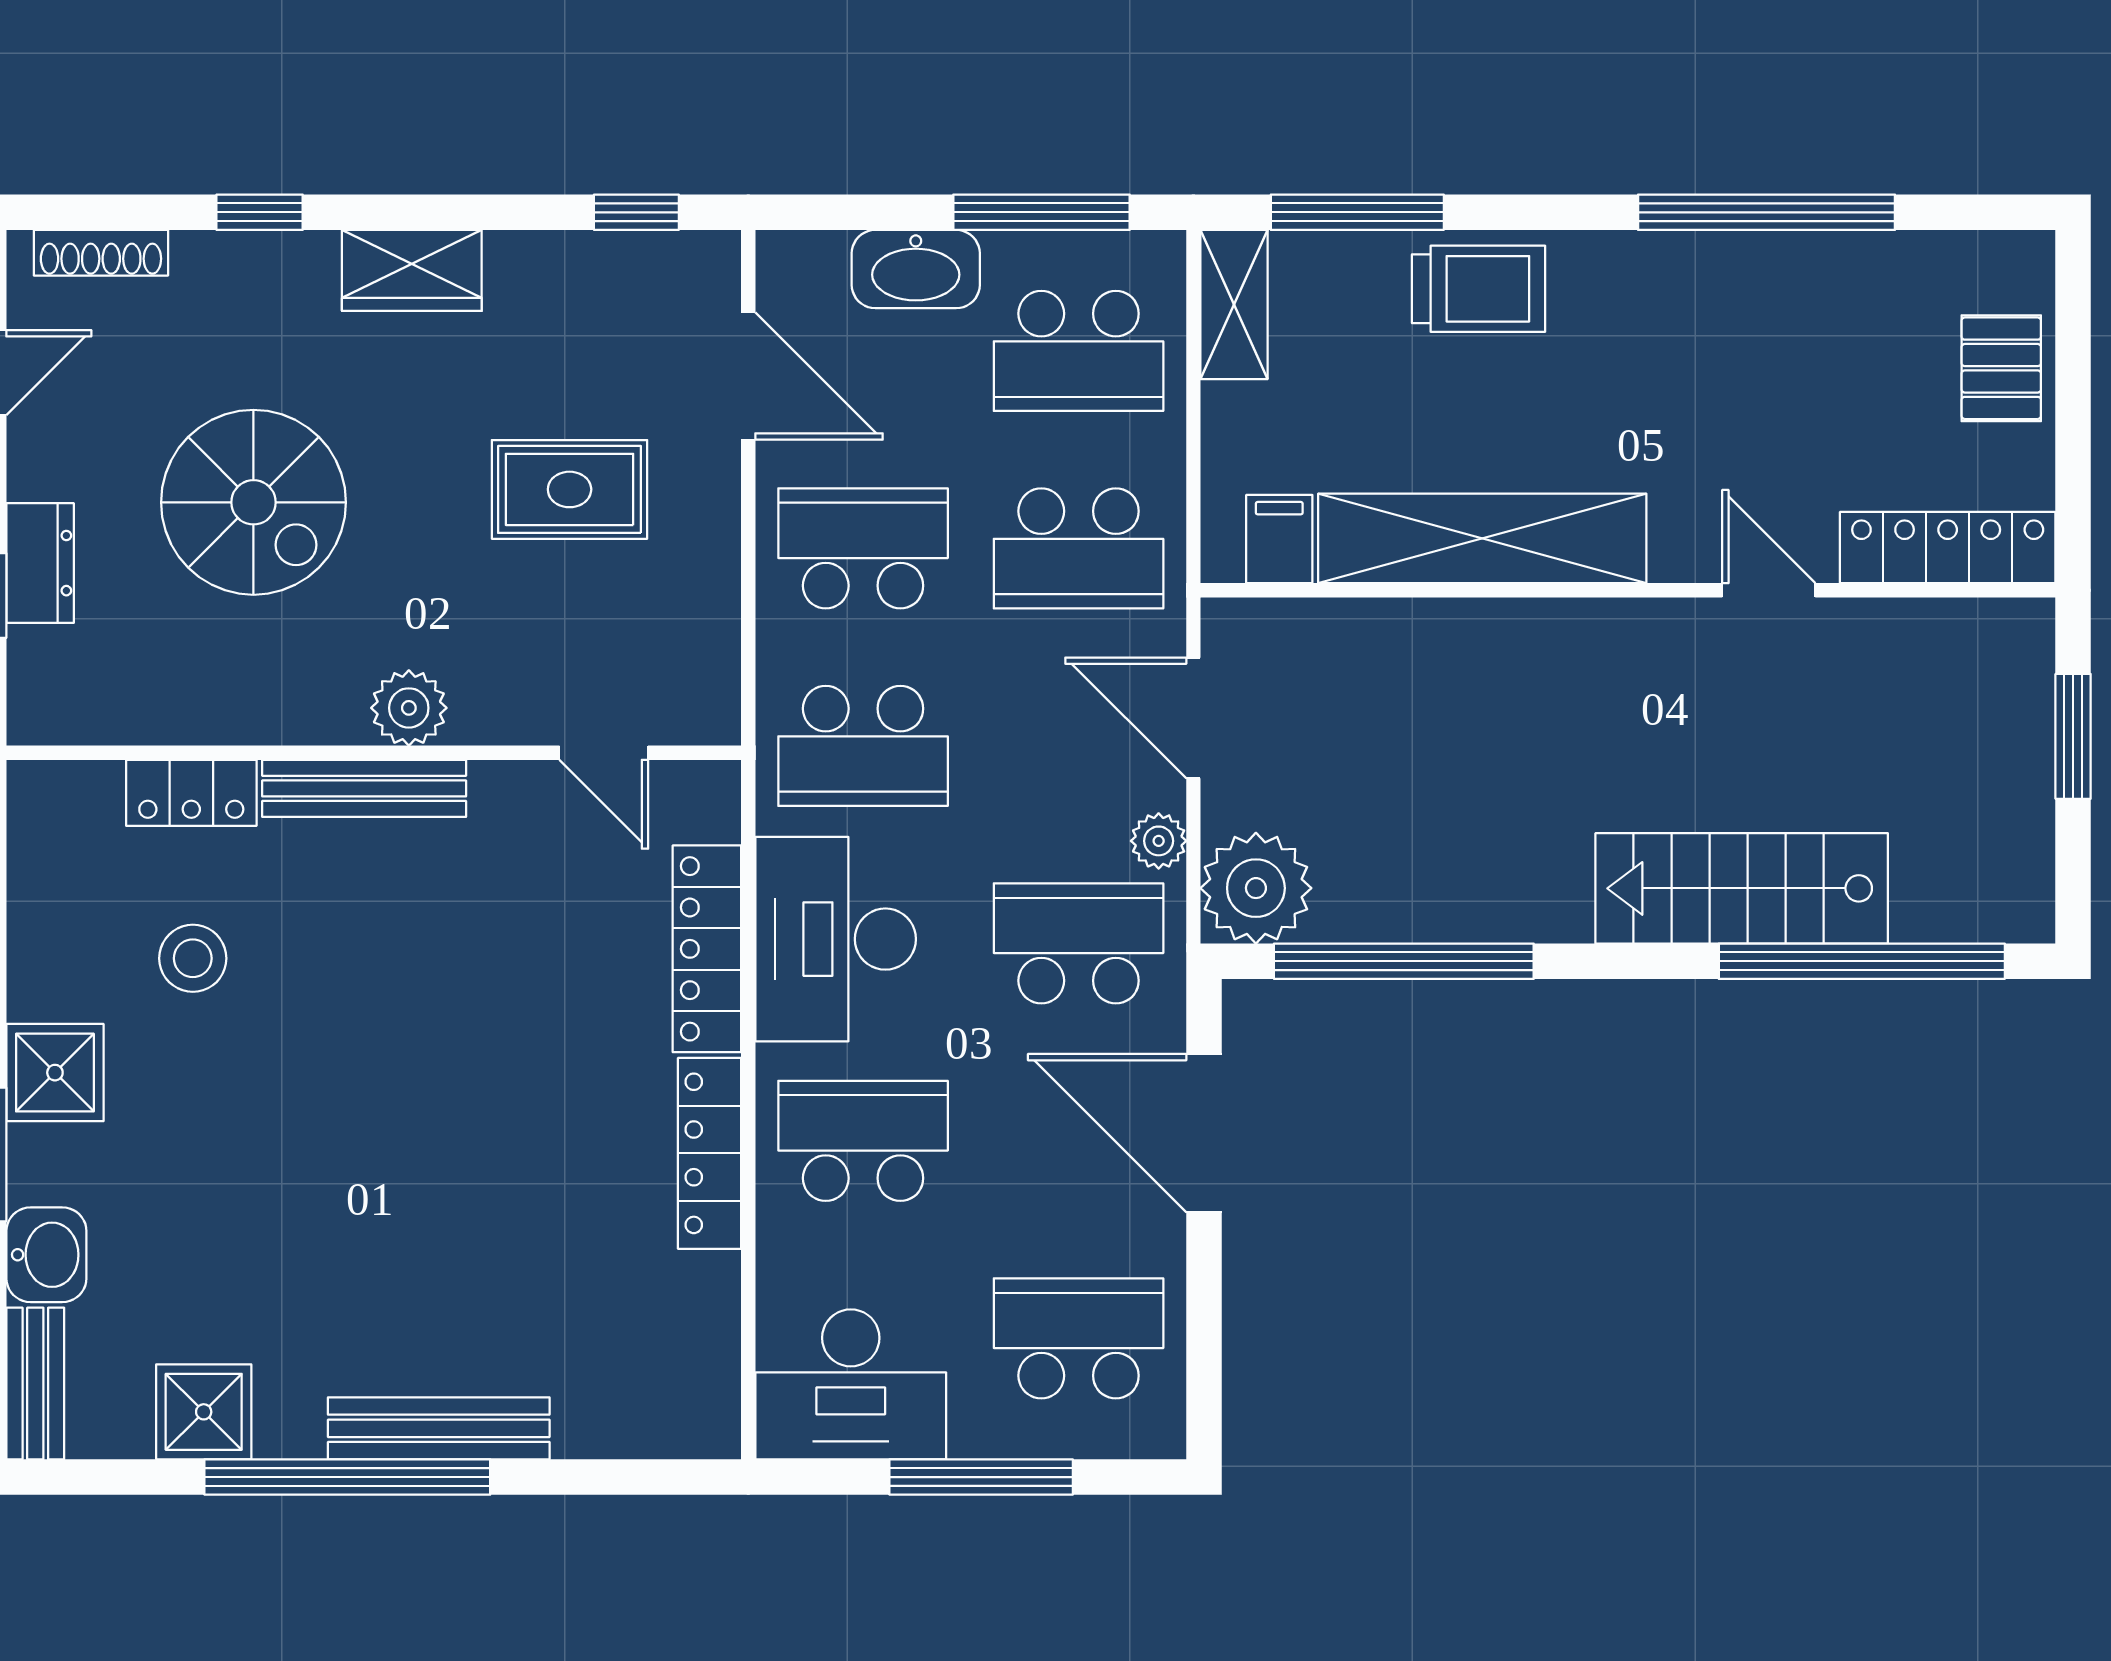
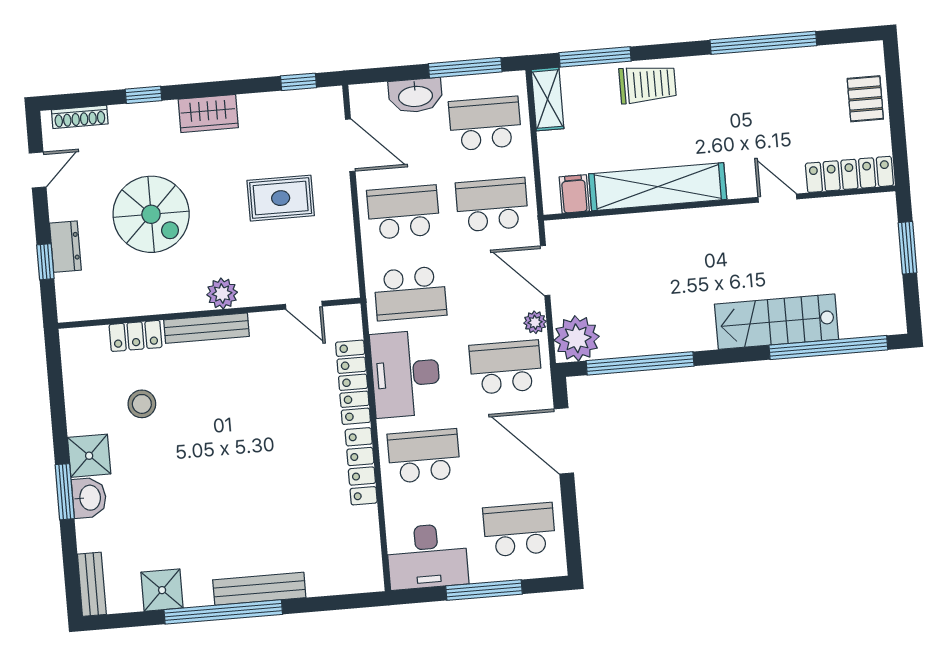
school desk: (1079, 351) -> (485, 124), turned 180
school desk: (1079, 548) -> (492, 205), turned 180
washbasin: (46, 1255) -> (89, 498), moved

